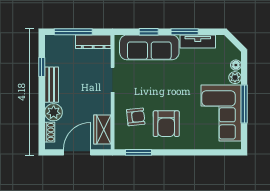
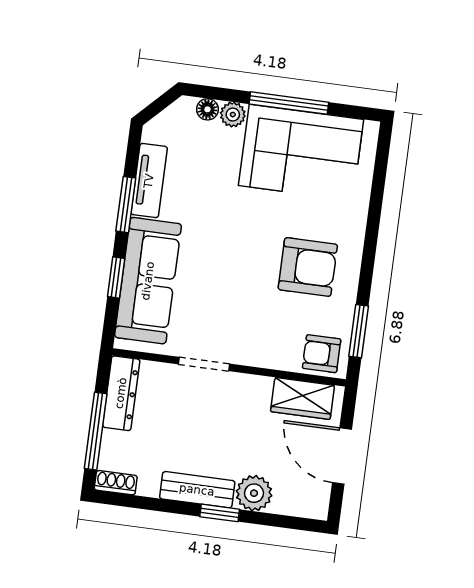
window: (42, 67) -> (220, 513), moved
armchair: (136, 117) -> (322, 354), moved, turned -84
shoe rack: (50, 132) -> (116, 483), moved

